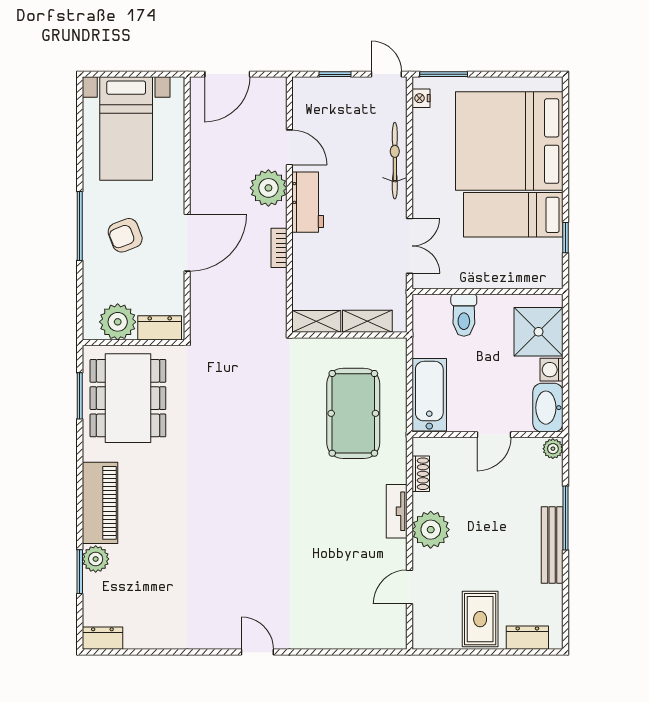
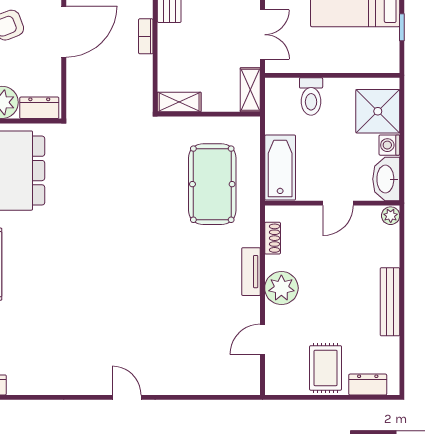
shelving: (367, 321) -> (250, 90), moved, turned 90
window: (566, 518) -> (402, 278), removed

